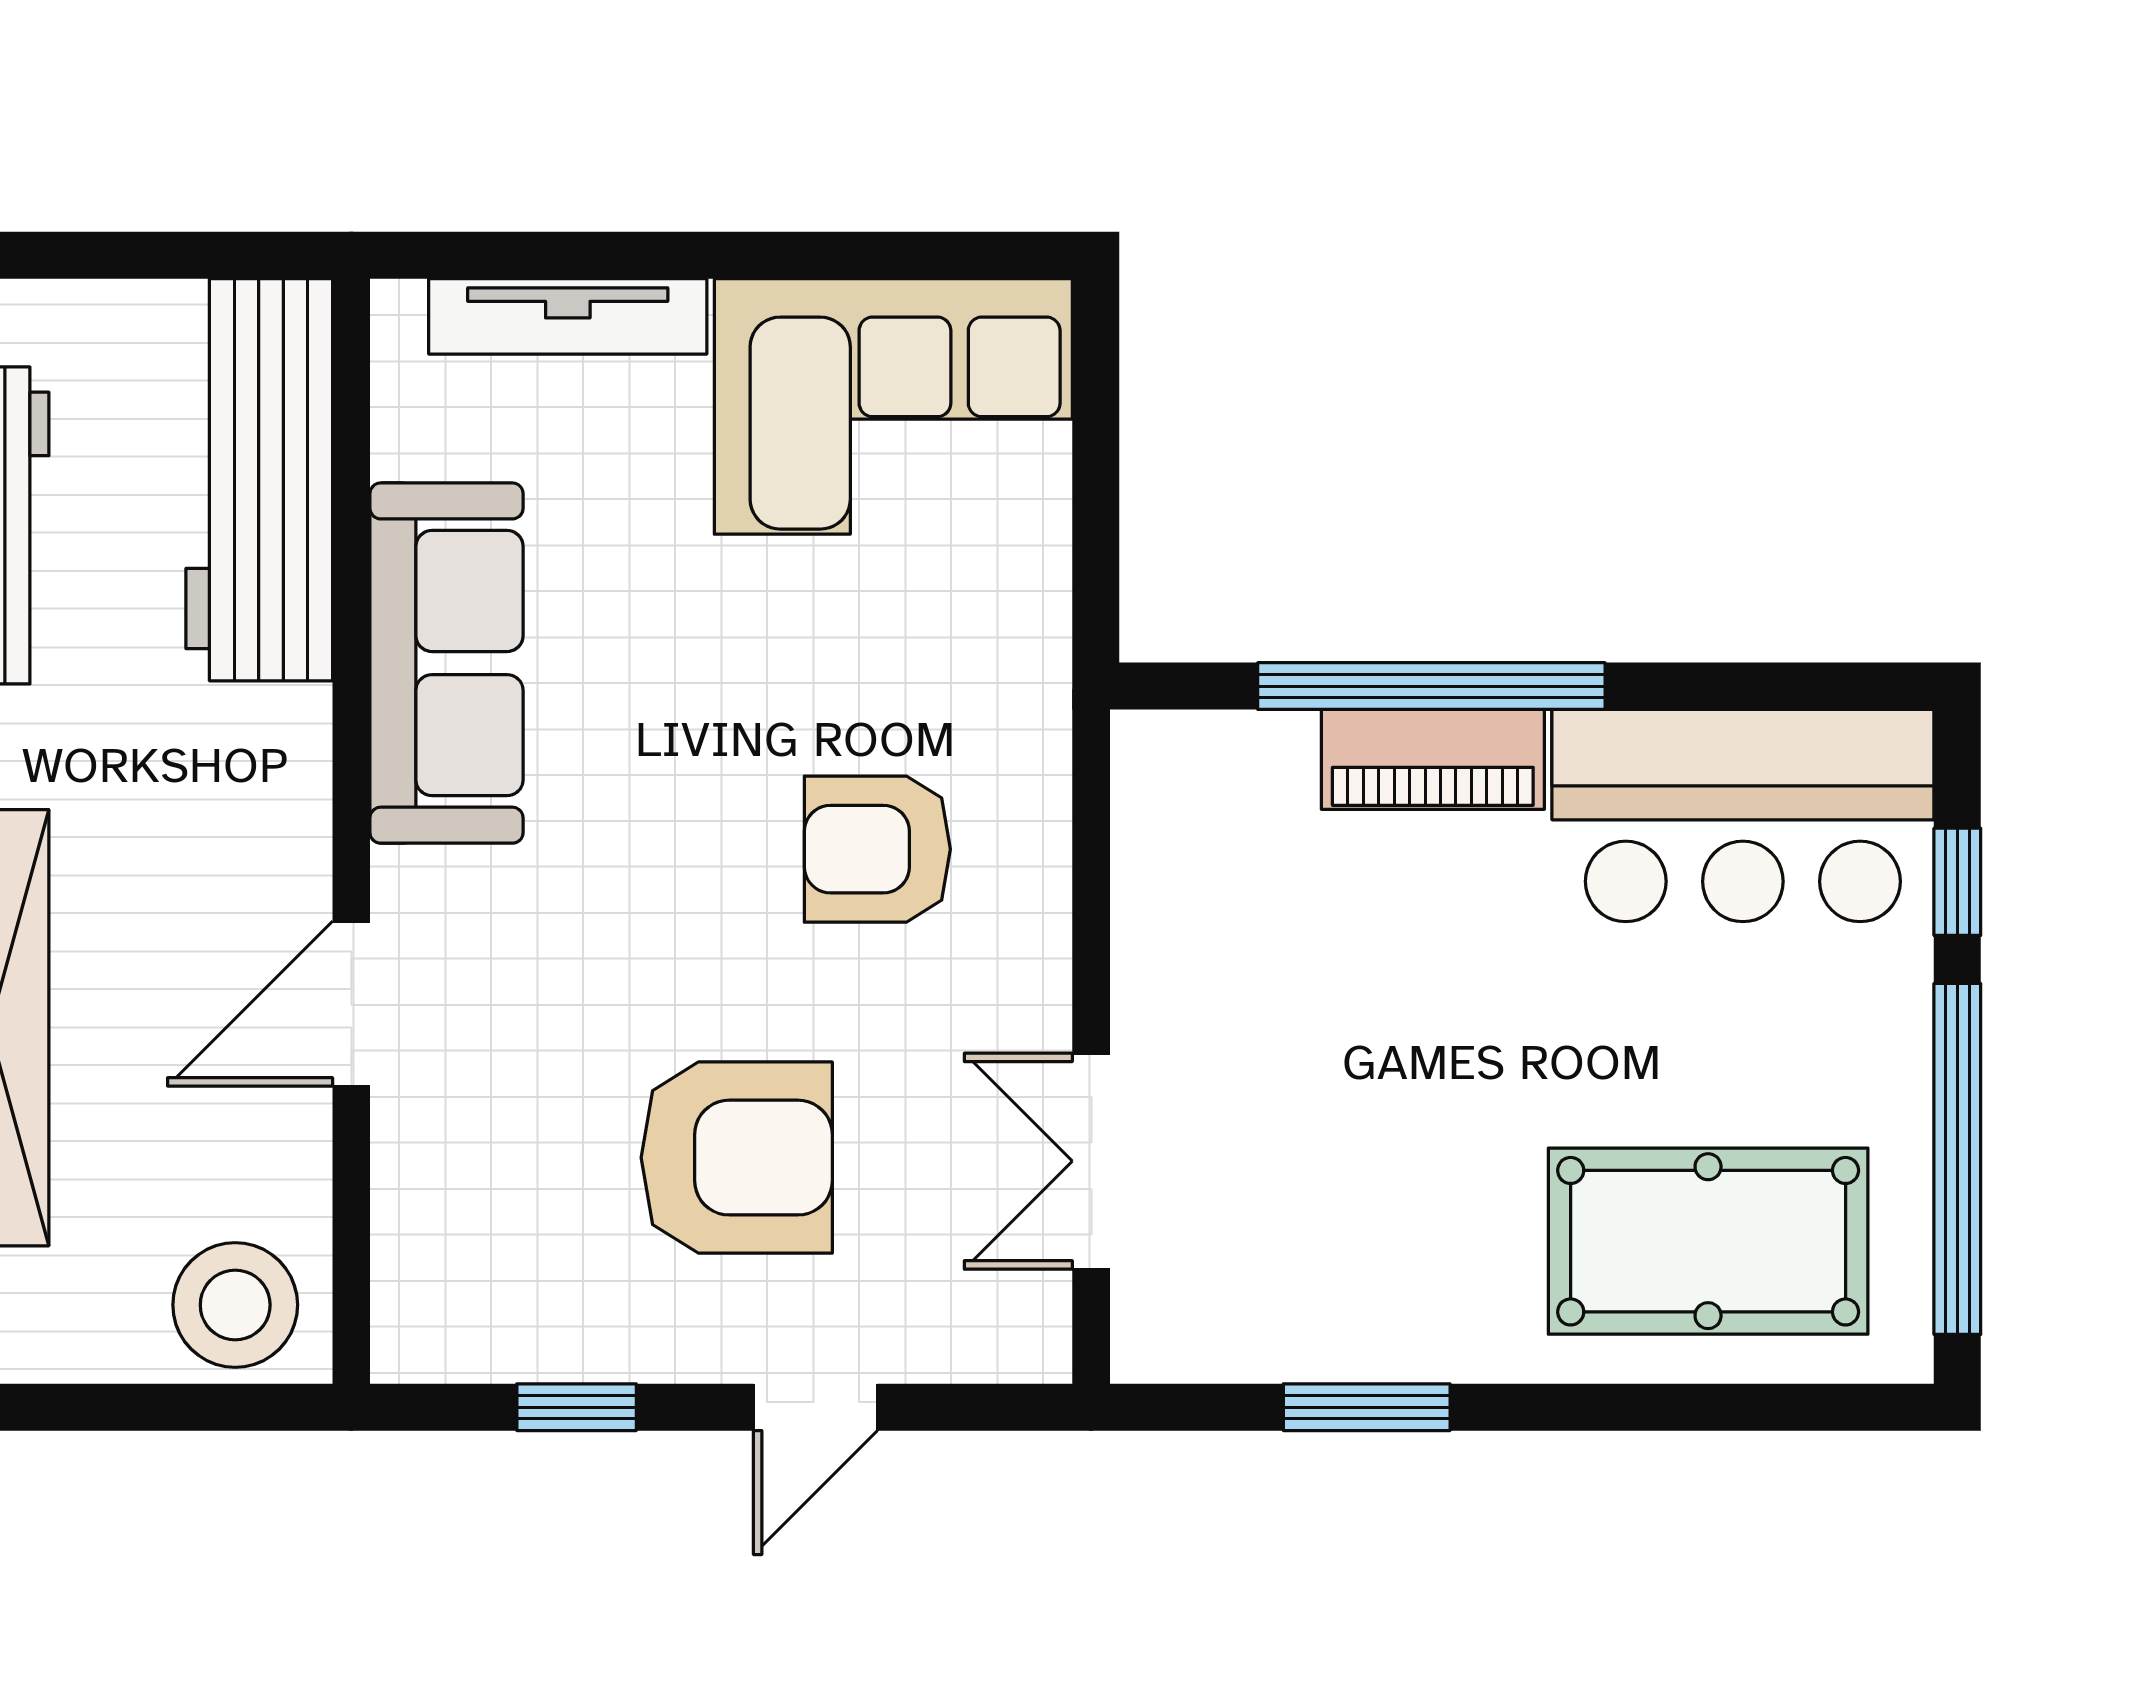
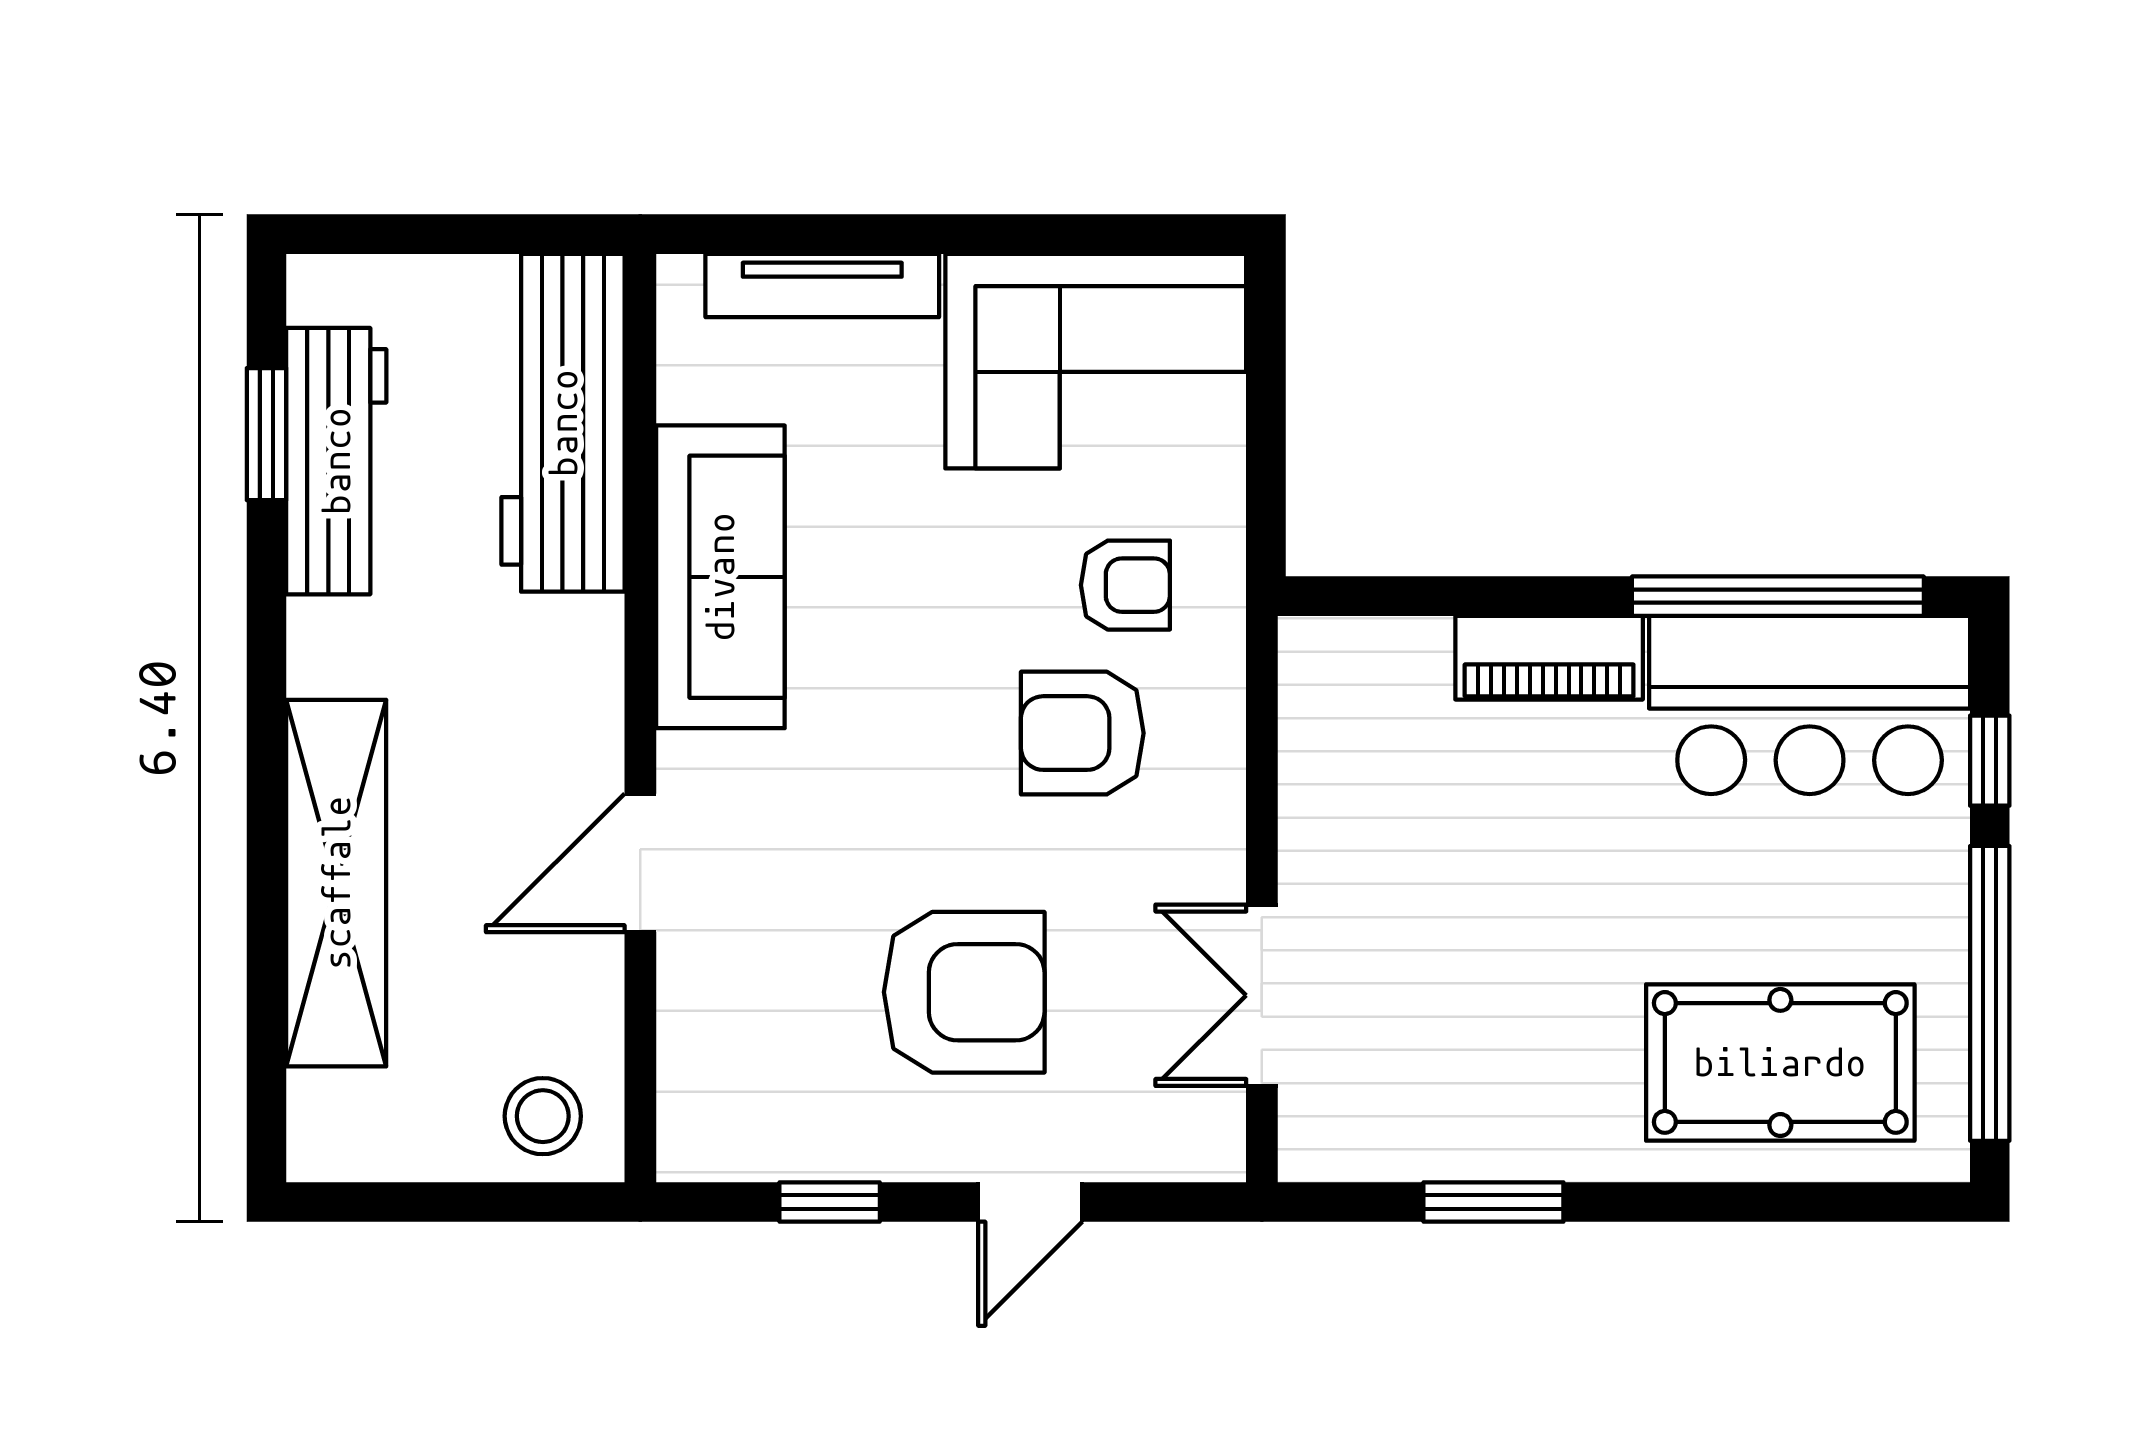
armchair: (929, 673) -> (1125, 585), added
window: (1431, 686) -> (1778, 596), moved
stool: (235, 1305) -> (543, 1116), width x0.73, depth x0.73

